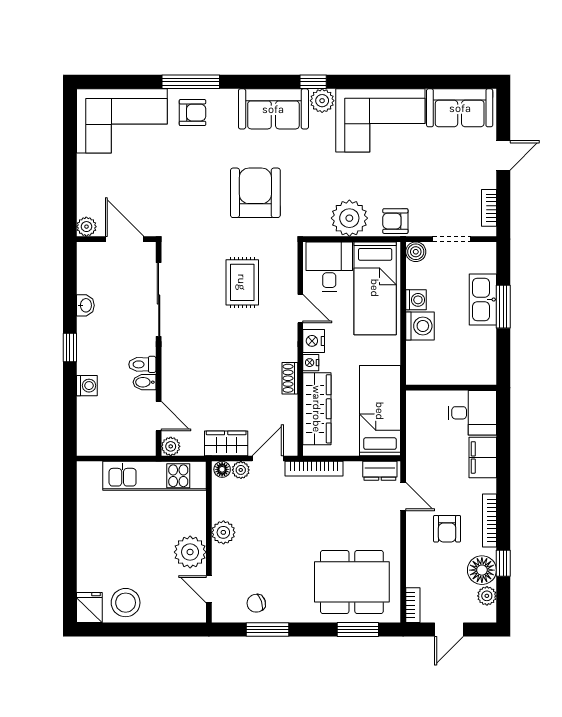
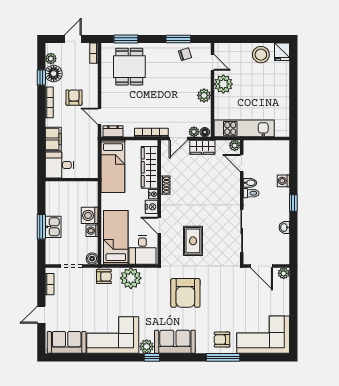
kitchen sink: (483, 299) -> (53, 227), width x0.73
dining table: (352, 582) -> (129, 67), width x0.73

